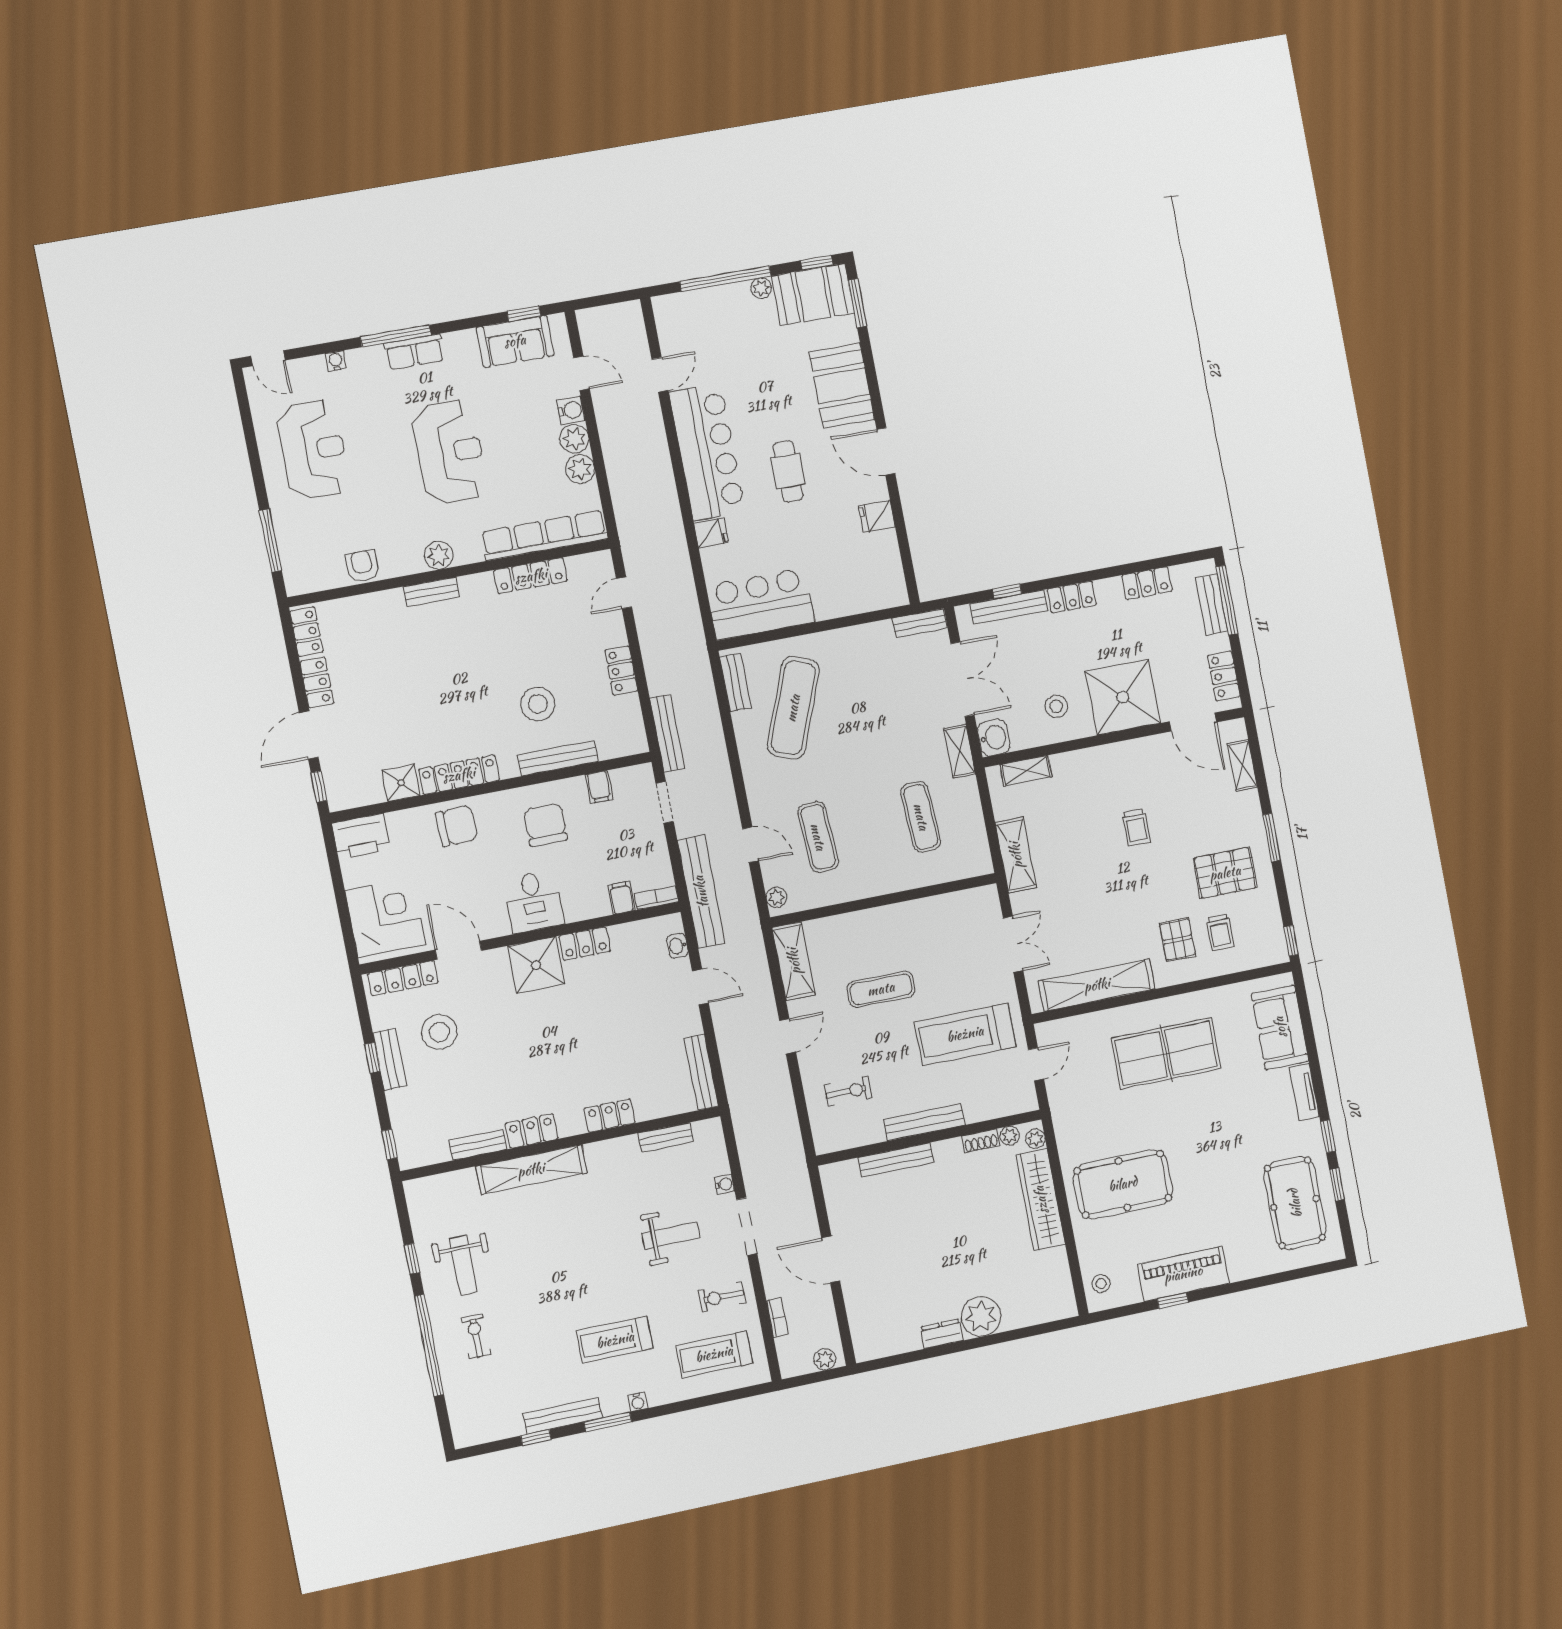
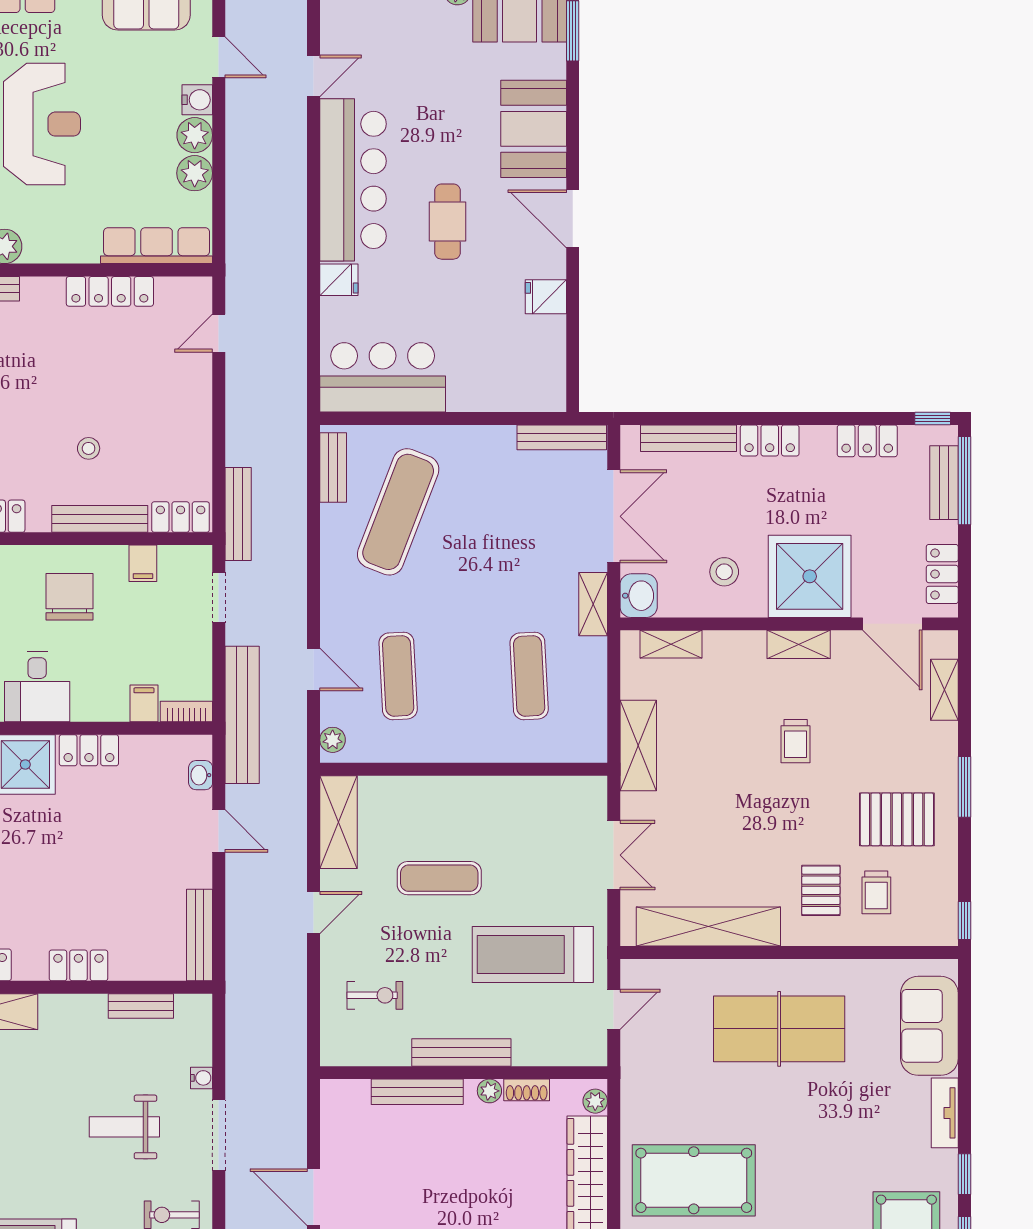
row of seats: (545, 535) -> (157, 246), width x0.73
window: (1007, 591) -> (933, 419), moved
bench: (920, 623) -> (562, 437), width x1.36
locker: (621, 670) -> (181, 517), moved, turned 90
stool: (538, 704) -> (89, 448), width x0.53, depth x0.53
shelving: (1124, 752) -> (799, 644), added
plant: (1010, 1136) -> (489, 1091), moved
weight bench: (671, 1236) -> (124, 1127), turned 180

